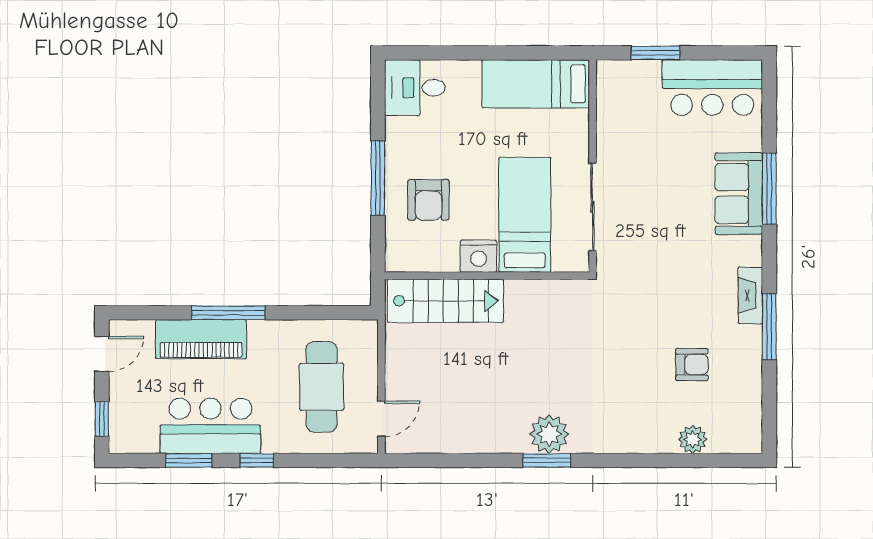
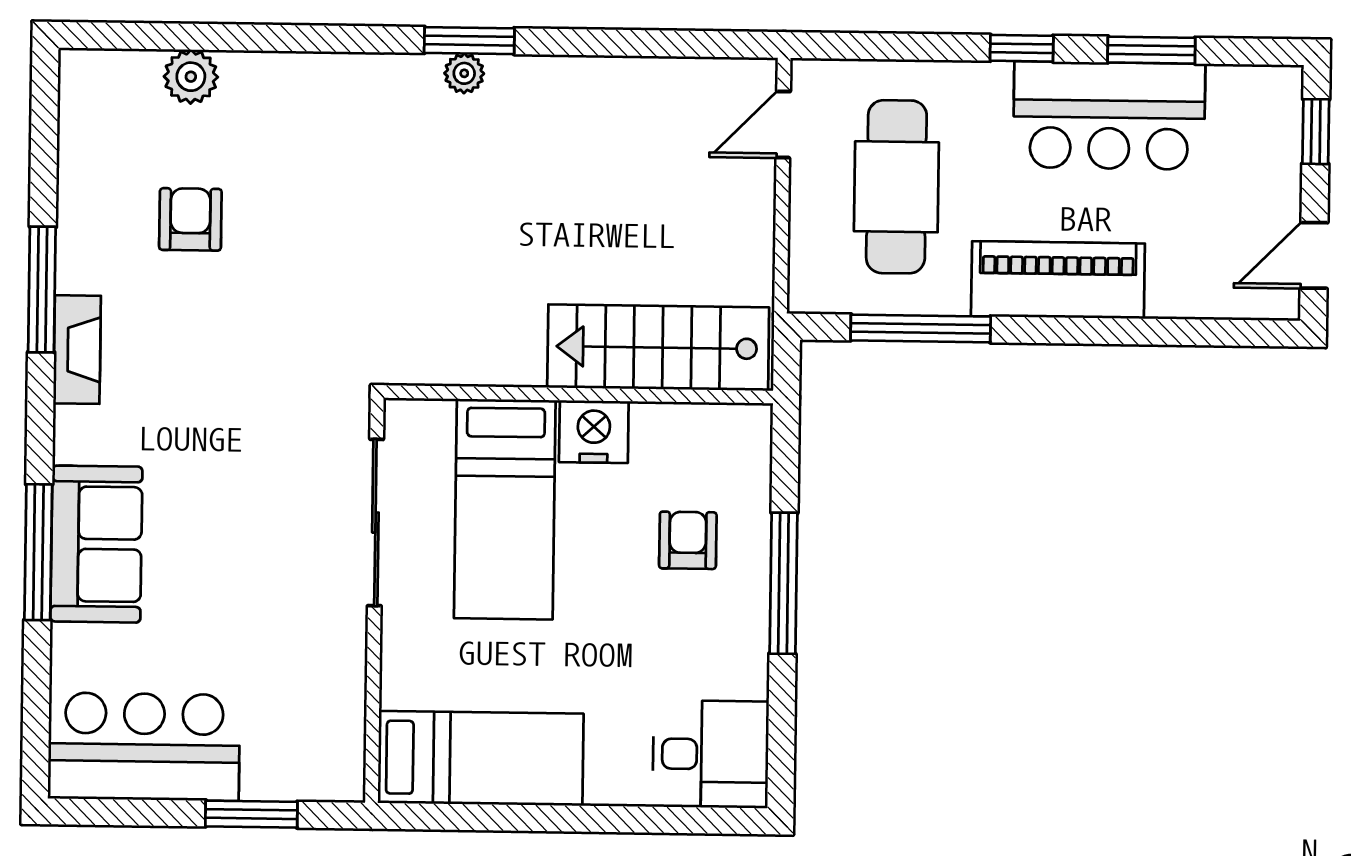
armchair: (428, 200) -> (688, 540), width x0.72, depth x0.72
window: (228, 313) -> (921, 328), moved
piano: (201, 339) -> (1058, 280), moved
armchair: (692, 365) -> (190, 219), turned 90
plant: (549, 434) -> (464, 73), width x0.53, depth x0.53

